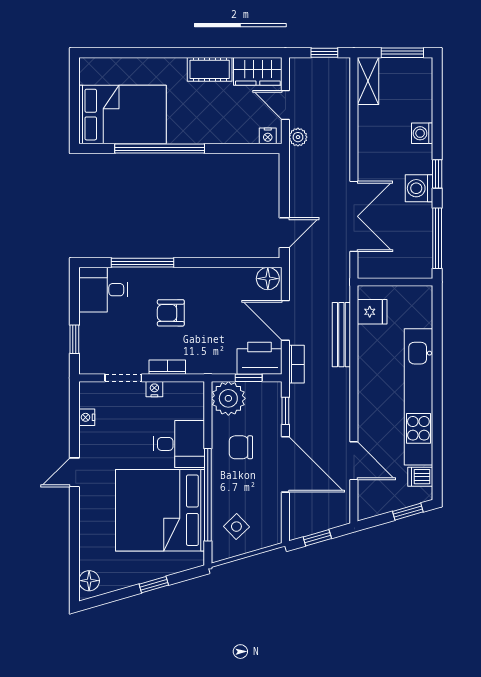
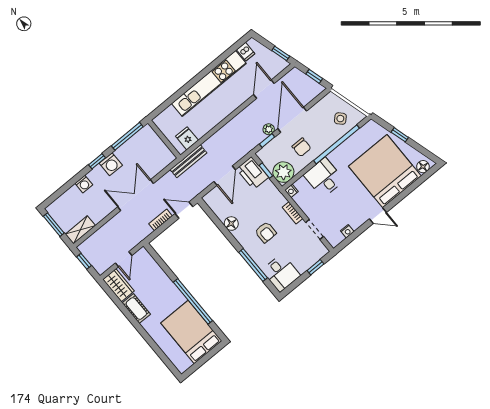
nightstand: (268, 136) -> (145, 255), removed
plant: (298, 137) -> (269, 129), moved
double door: (354, 216) -> (136, 195), moved
floor lamp: (268, 279) -> (231, 224), moved
bench: (341, 335) -> (189, 161), moved
bookcase: (296, 364) -> (161, 220), moved
nightstand: (154, 389) -> (292, 191), moved
bed: (160, 510) -> (385, 171), moved, turned 180
window: (408, 512) -> (281, 53), moved

